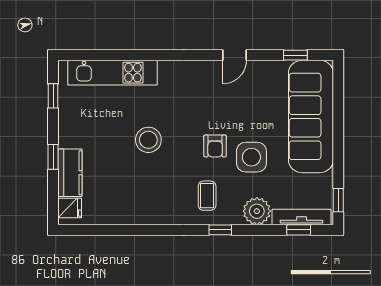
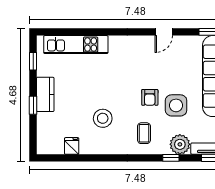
stool: (148, 140) -> (103, 118), moved
kitchen counter: (70, 173) -> (45, 94), moved
fridge: (70, 208) -> (72, 146), moved, turned -90
window: (220, 230) -> (171, 158), moved

